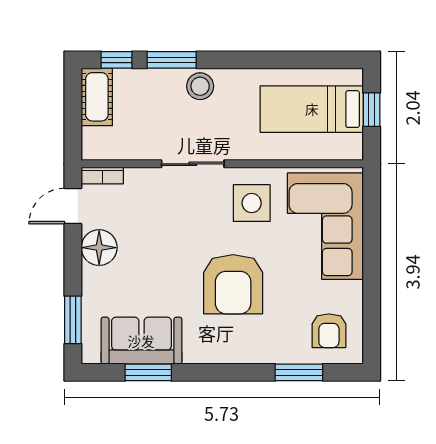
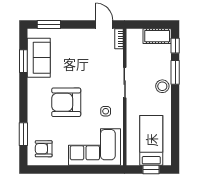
side table: (252, 203) -> (106, 111), width x0.54, depth x0.54
floor lamp: (99, 248) -> (84, 37), removed

